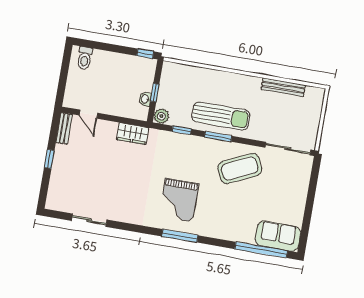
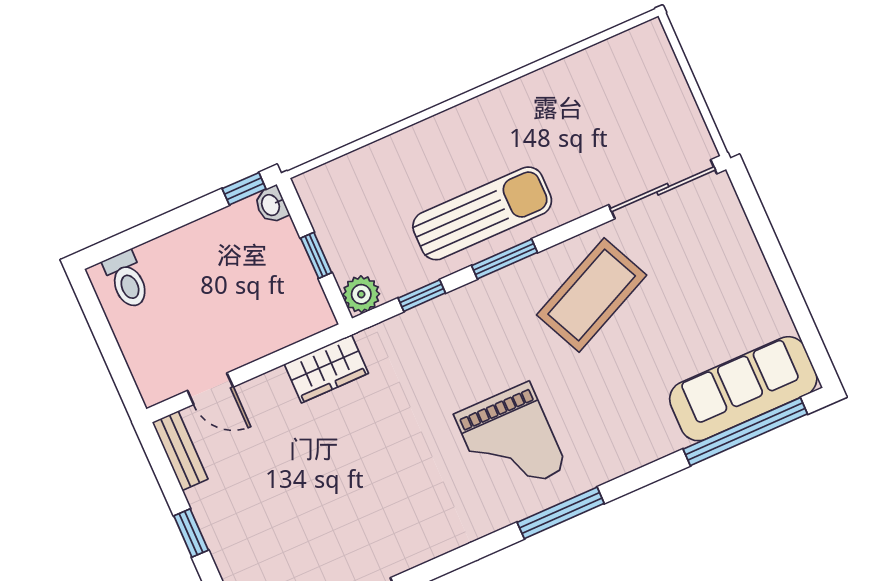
bench: (283, 87) -> (570, 71), removed
washbasin: (145, 99) -> (271, 205), moved
sofa: (278, 236) -> (743, 389), width x1.36

